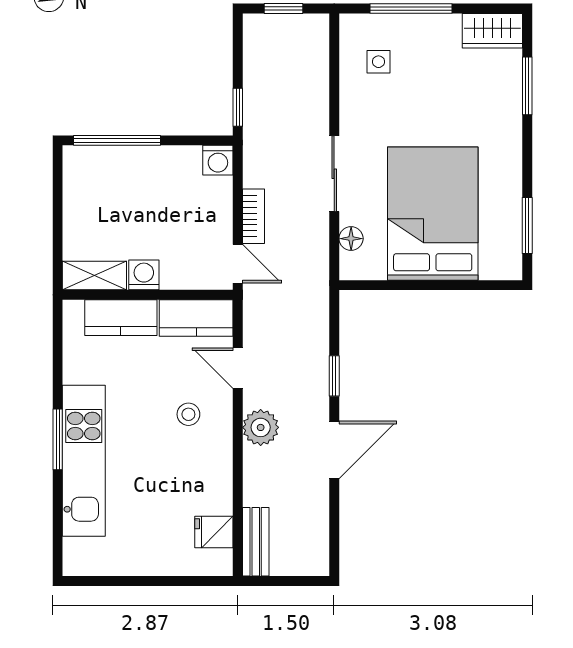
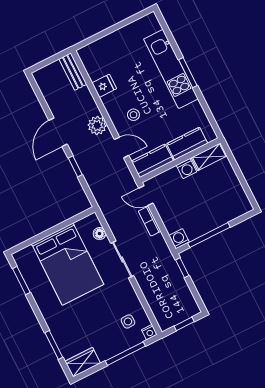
nightstand: (351, 25) -> (149, 332), added
window: (117, 140) -> (209, 235), moved
fridge: (214, 532) -> (104, 86), moved

